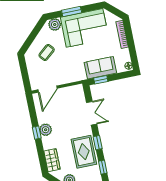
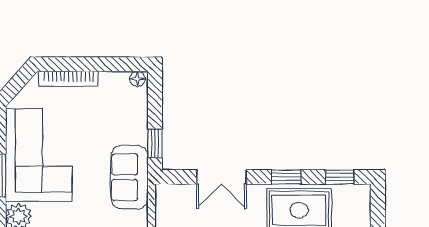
sofa: (100, 68) -> (130, 177), moved
double door: (92, 113) -> (222, 177), swing flipped

